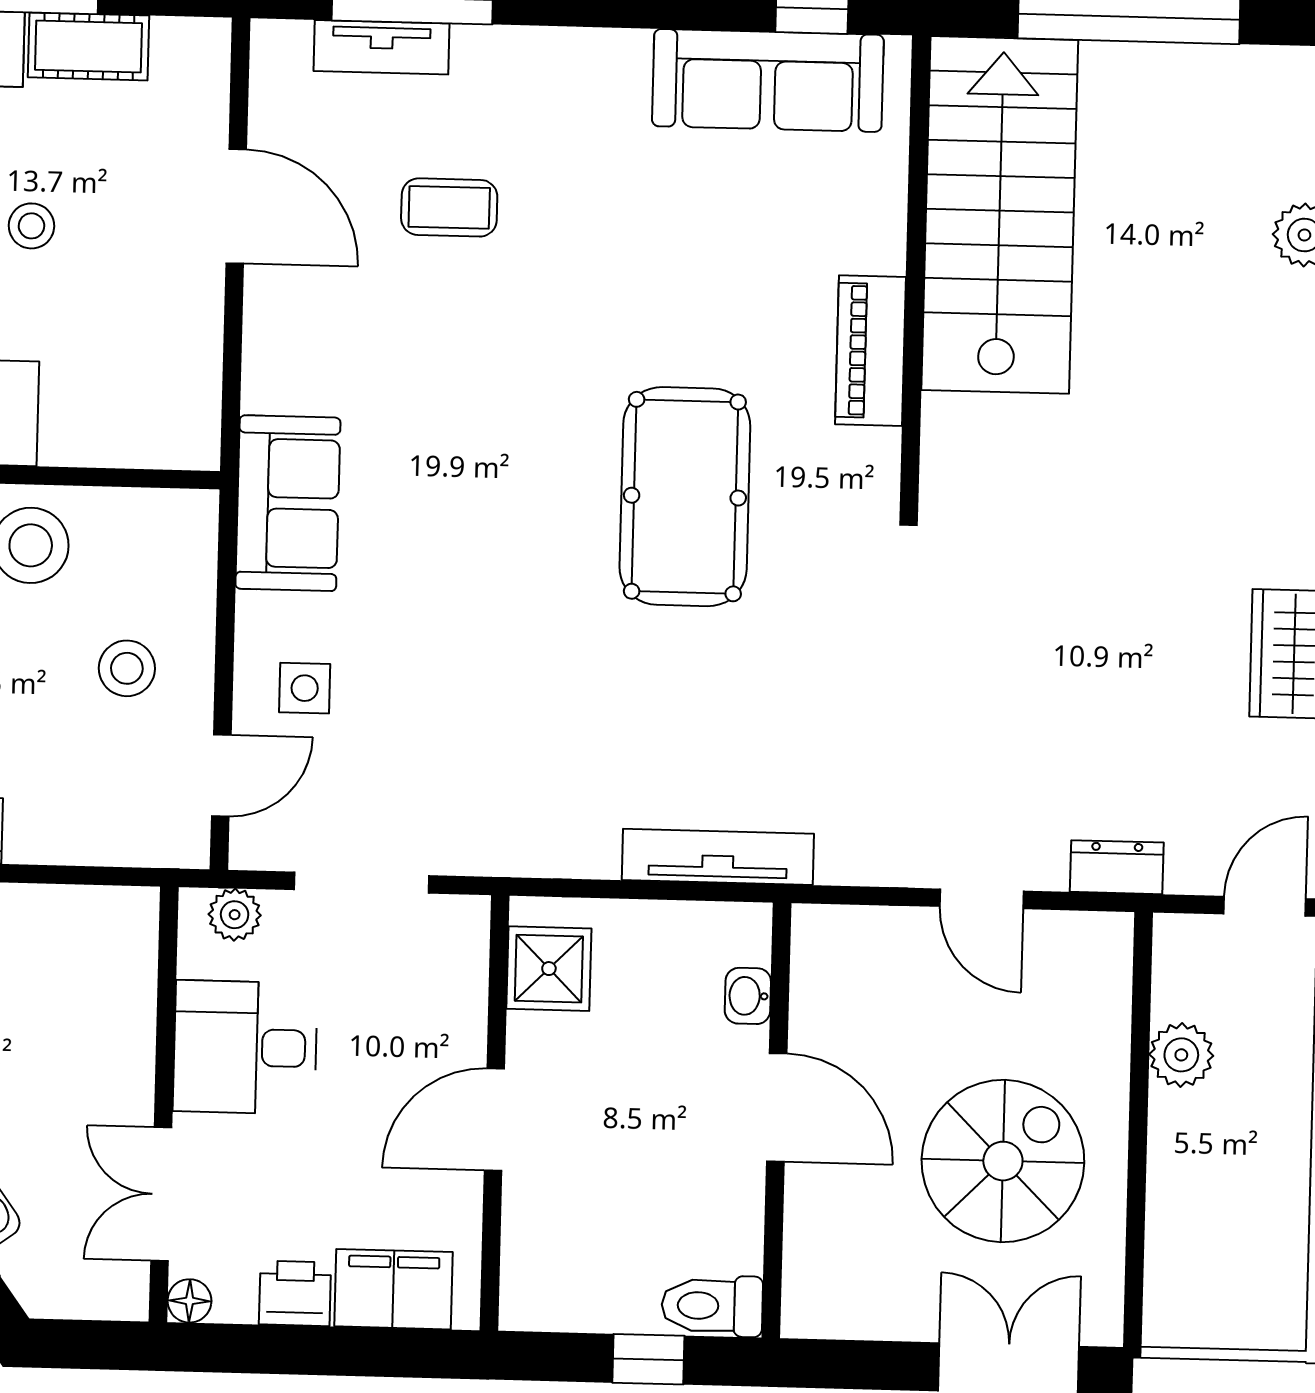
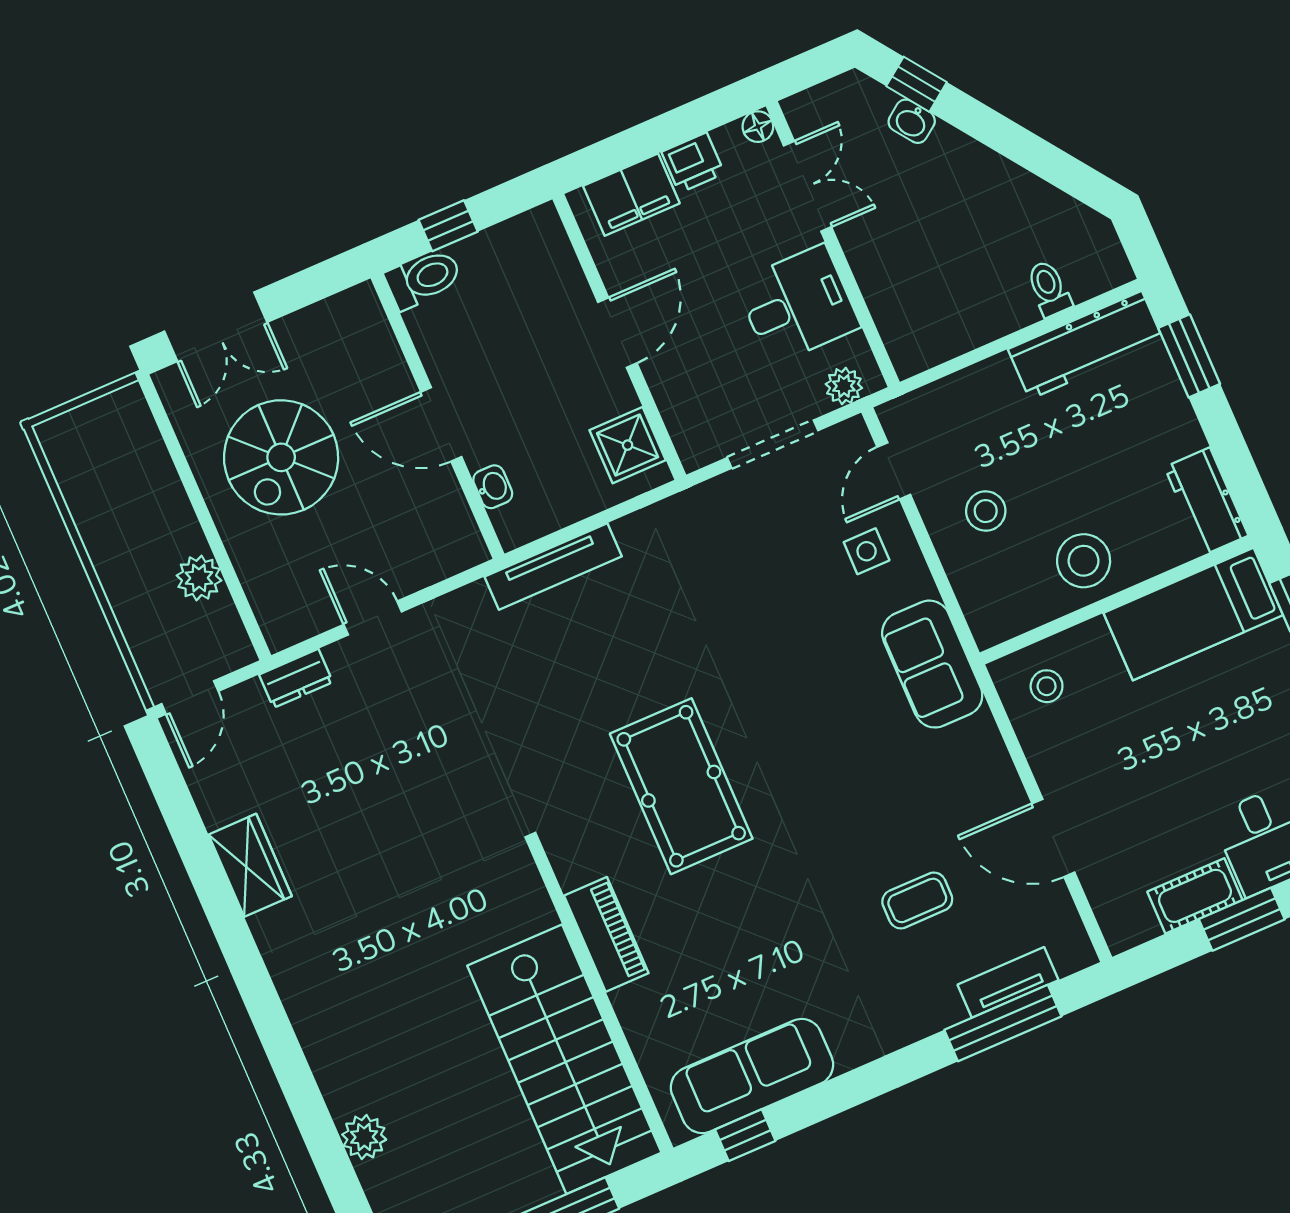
stool: (31, 226) -> (1047, 686), moved

